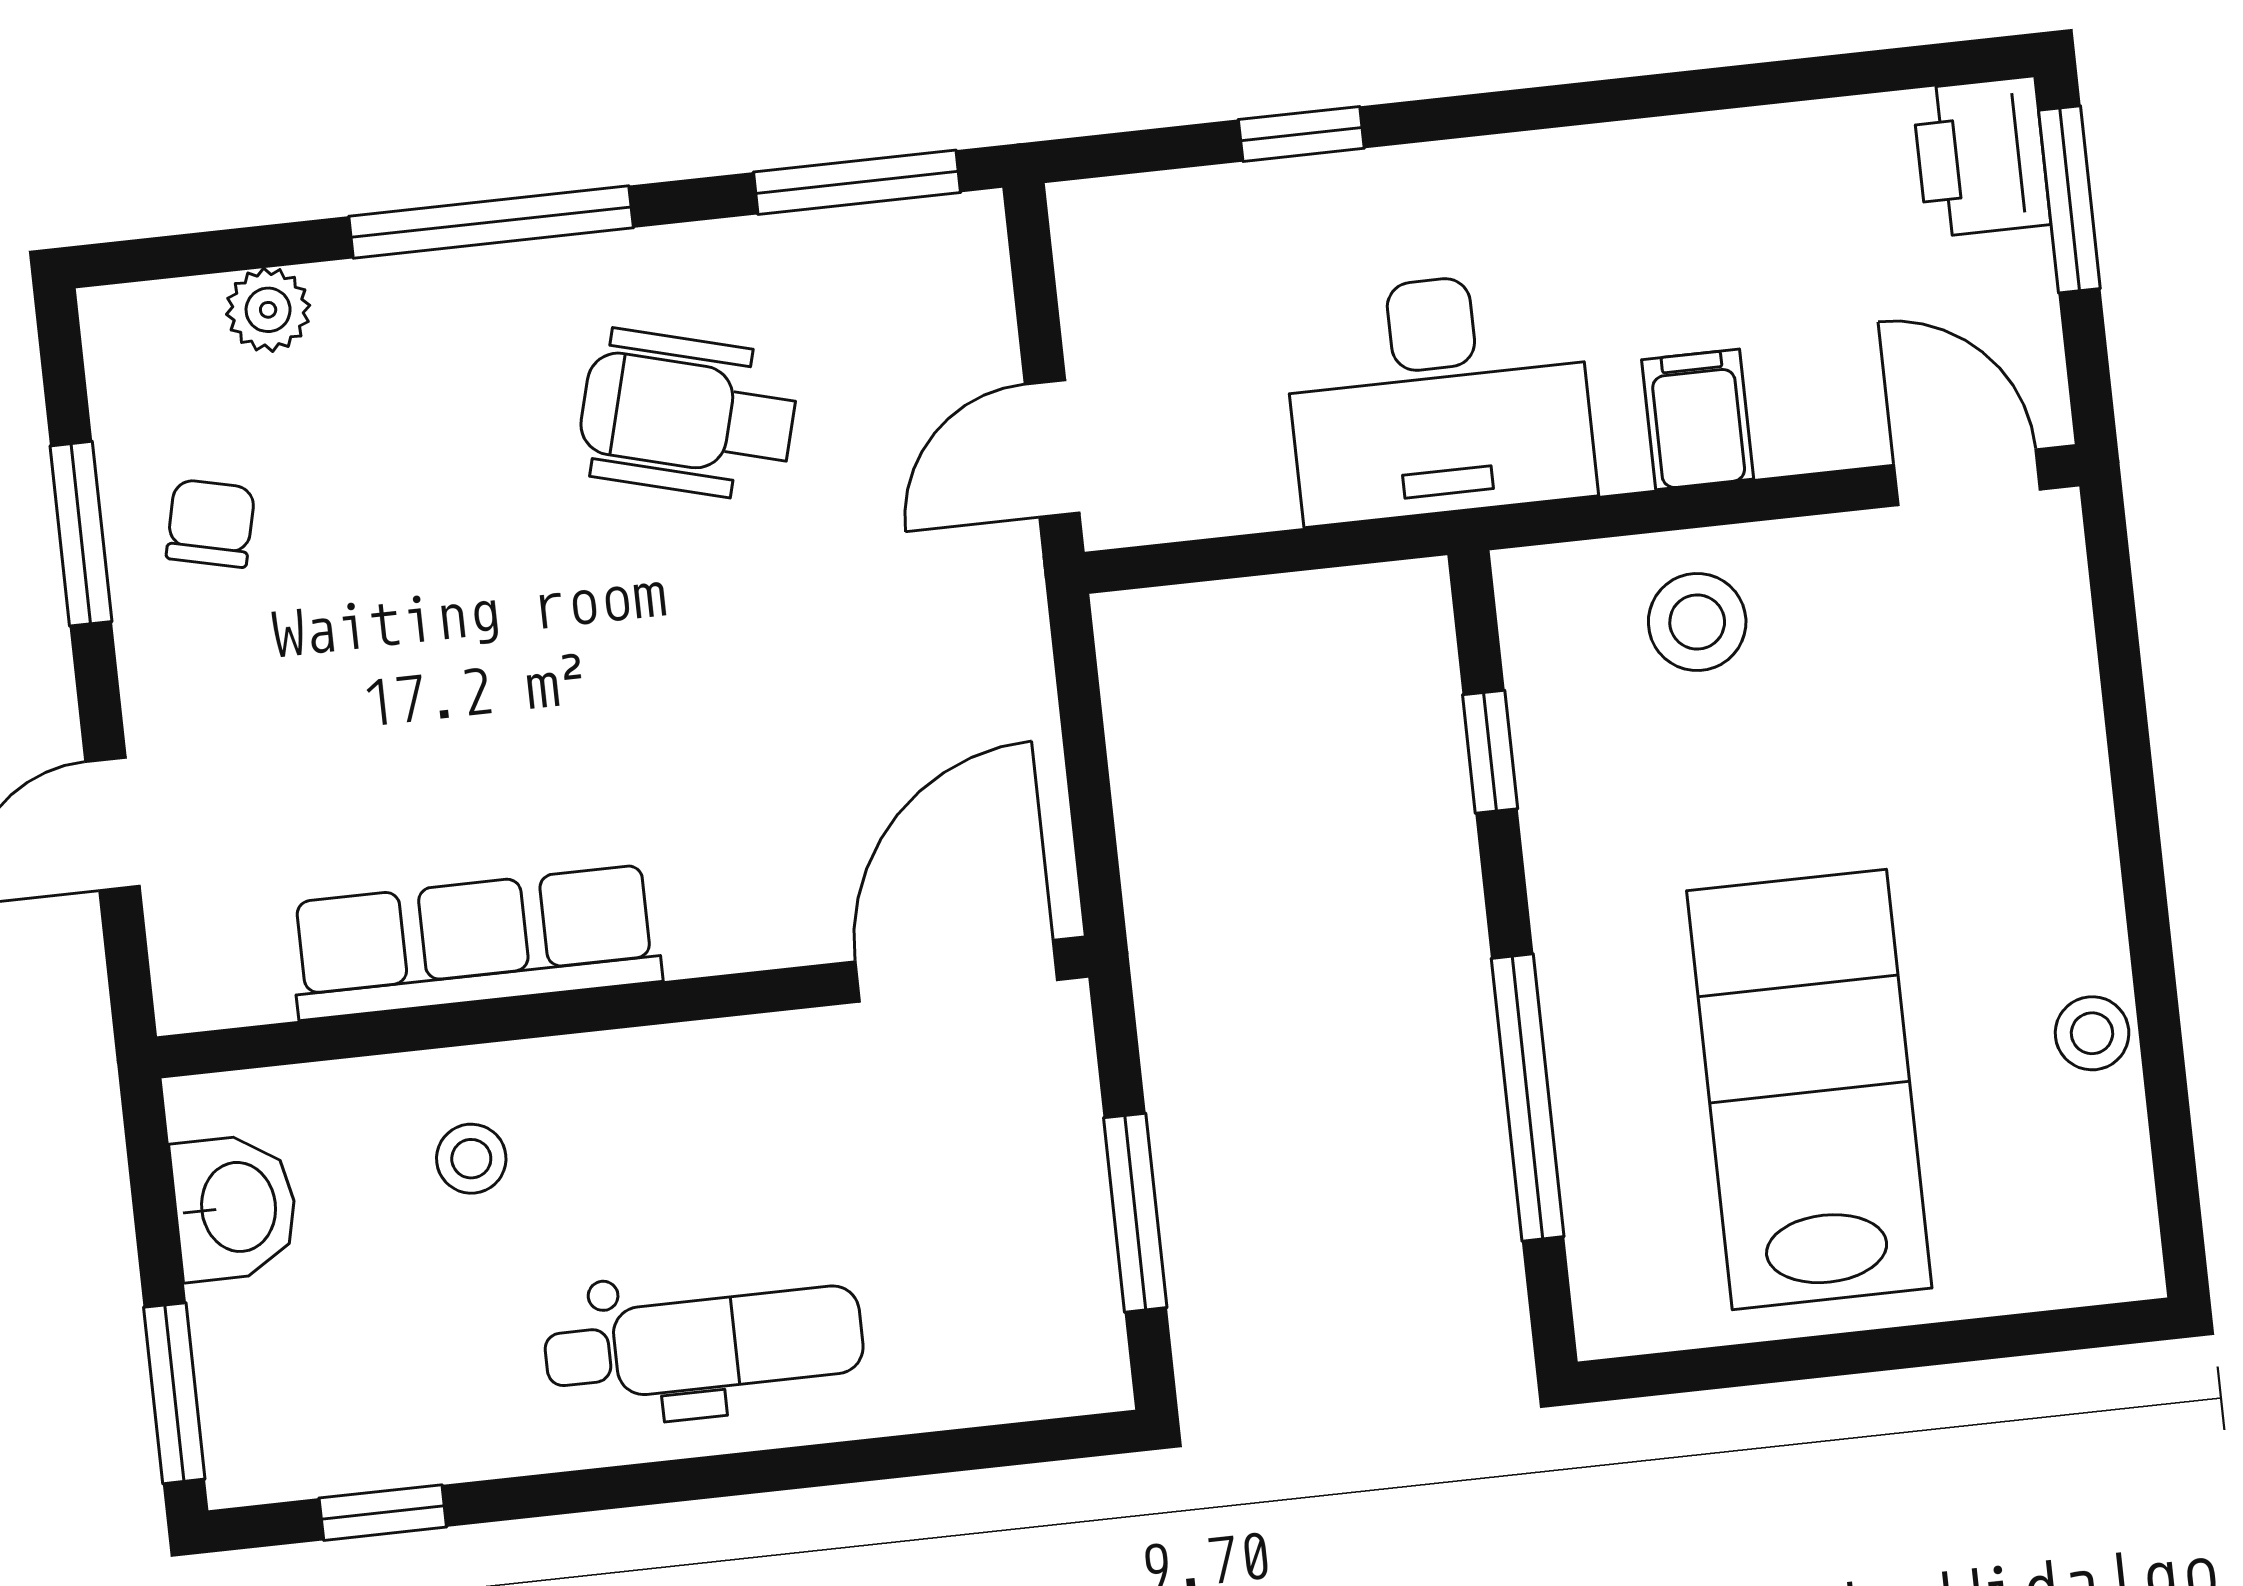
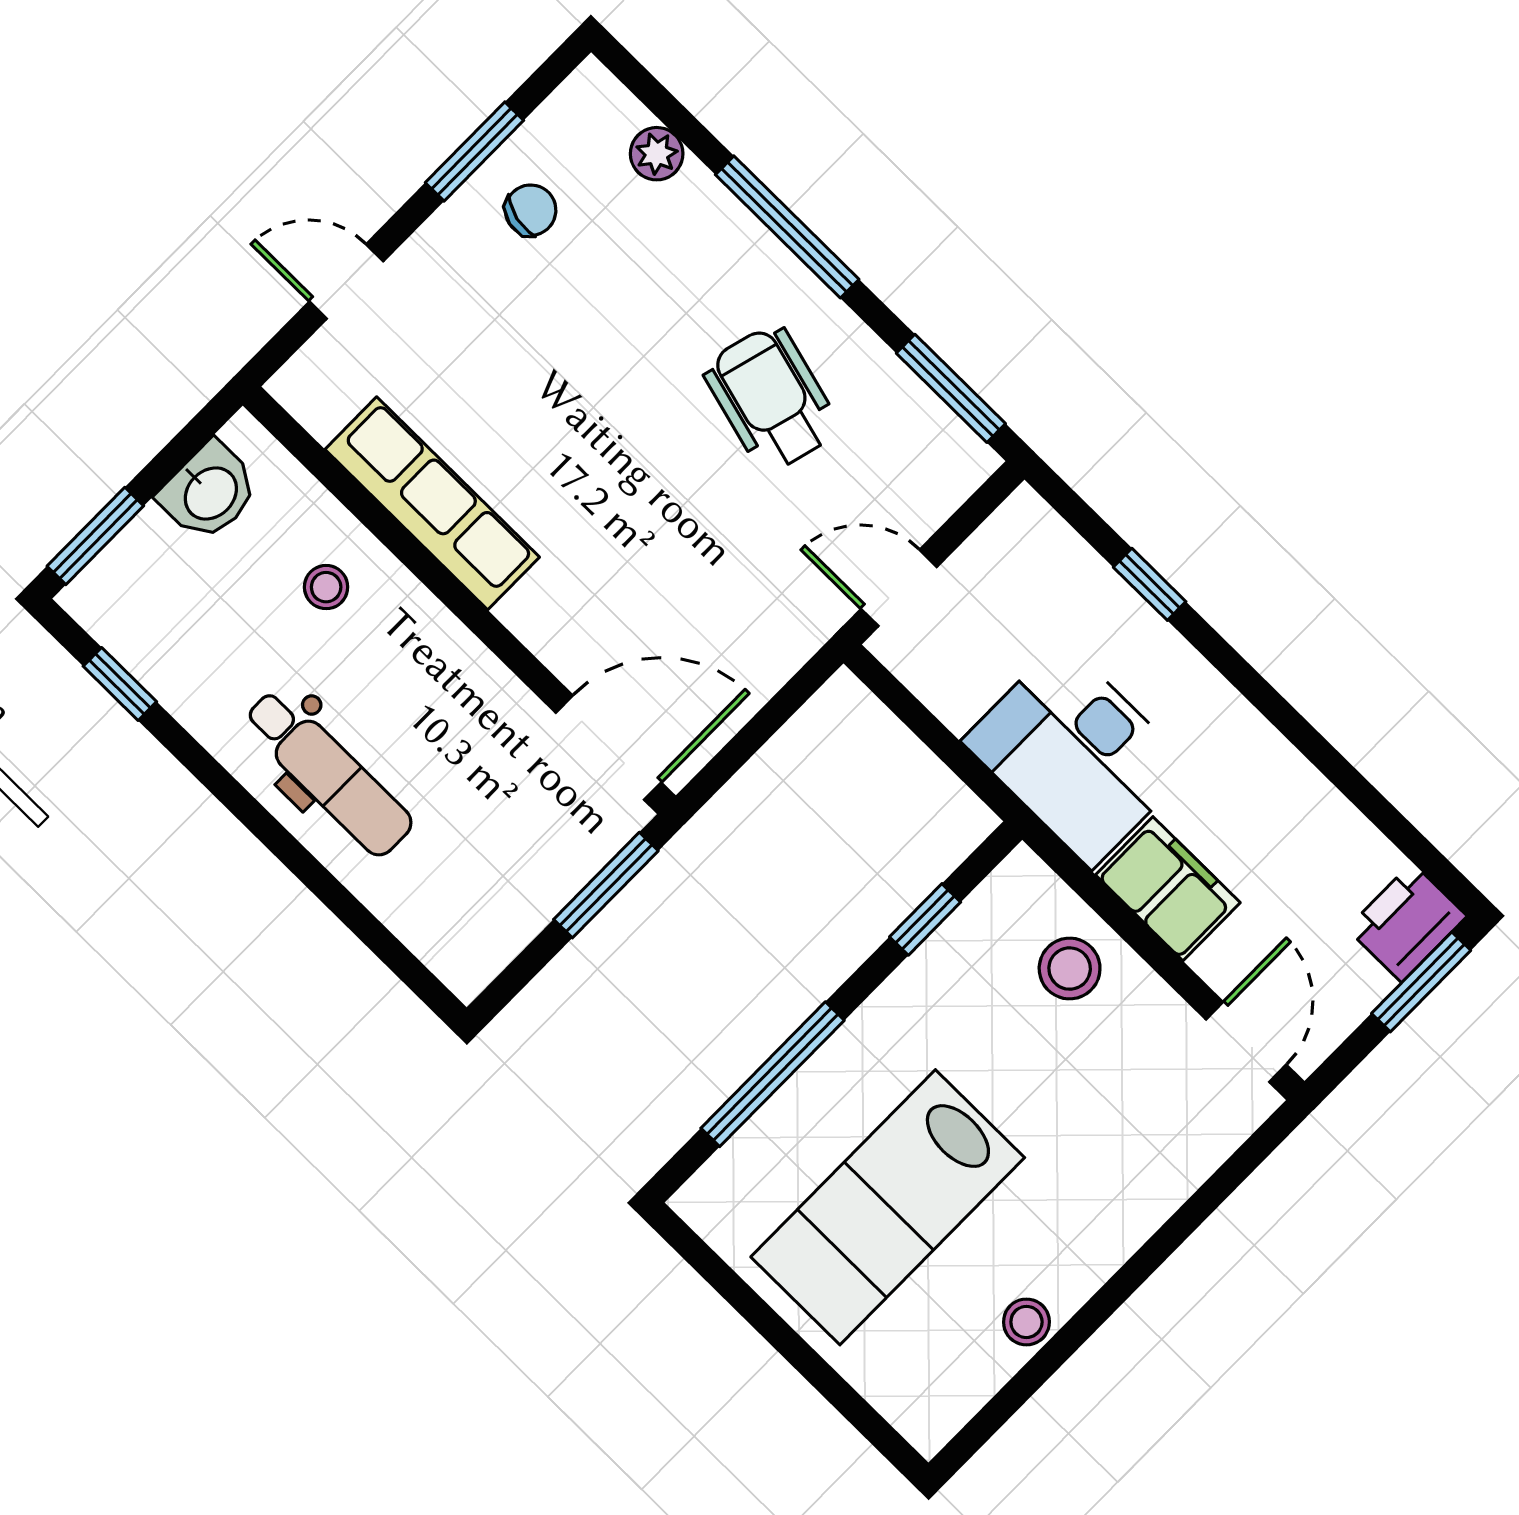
filing cabinet: (1698, 419) -> (1168, 889), width x2.00
lab bench: (1809, 1089) -> (888, 1207), turned 180
window: (1135, 1213) -> (606, 885), moved

